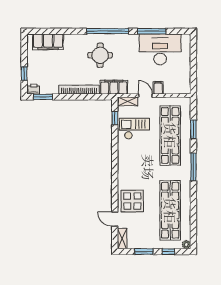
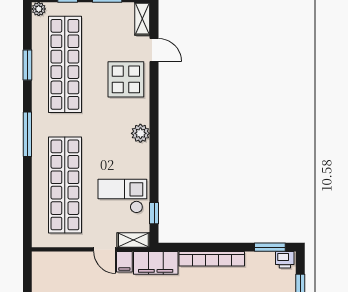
filing cabinet: (158, 88) -> (124, 262), moved
checkout: (134, 129) -> (122, 196), turned 180
window: (193, 129) -> (27, 65), moved
plant: (123, 168) -> (140, 133), added

